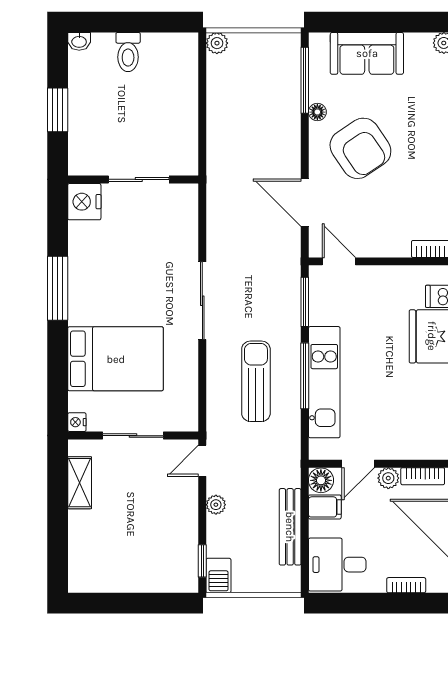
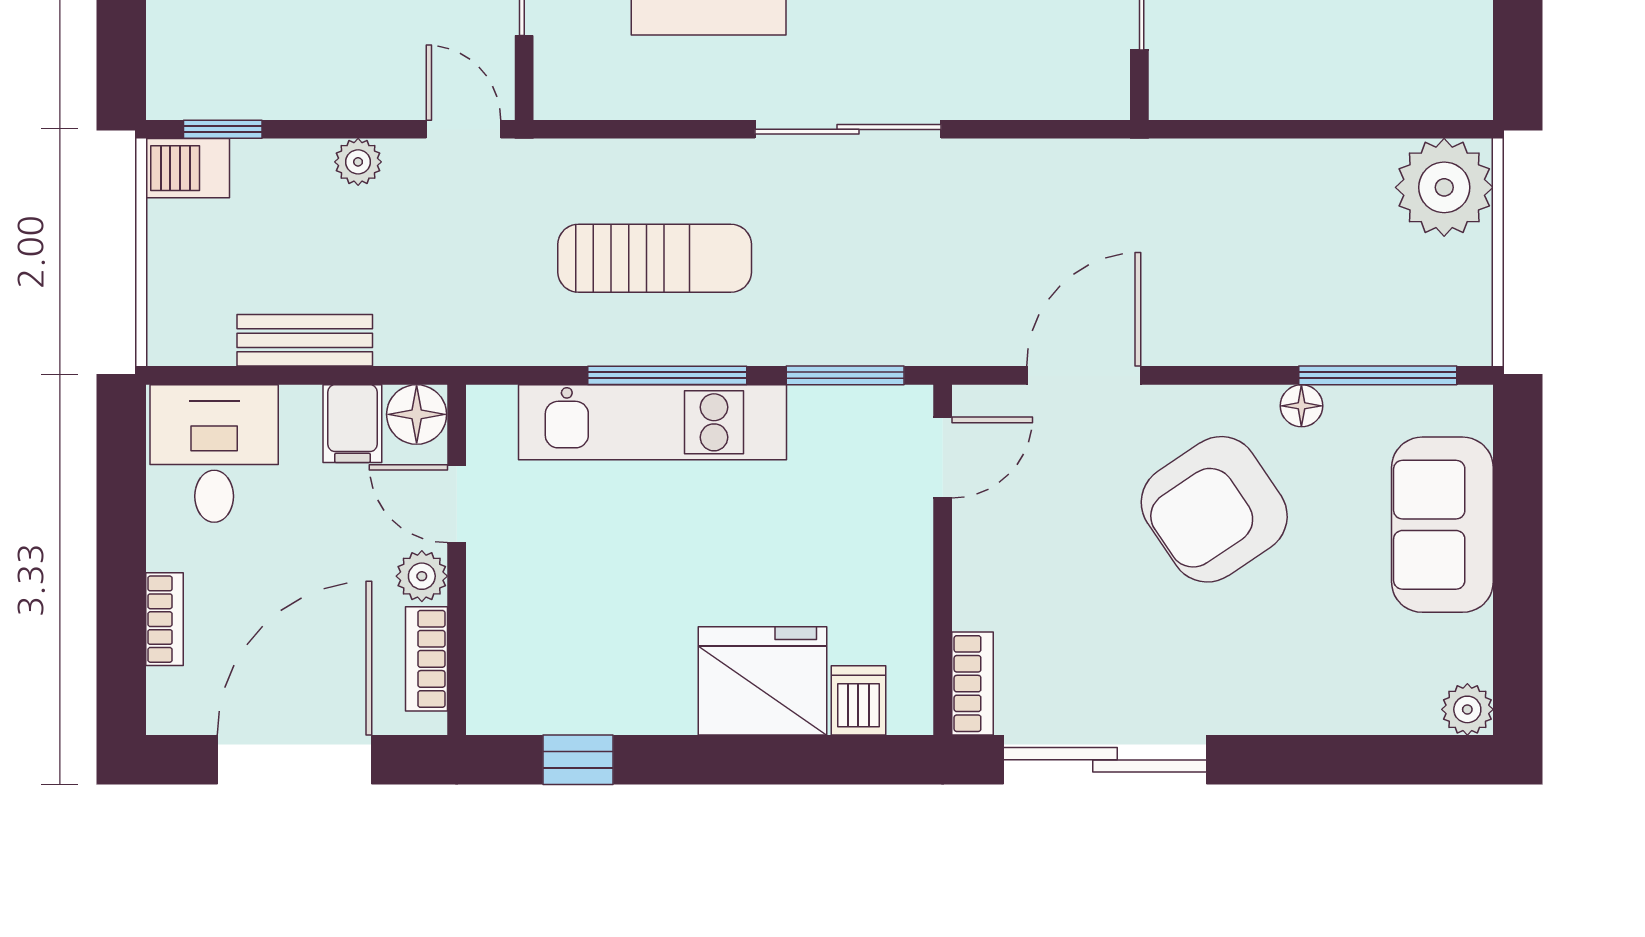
plant: (217, 43) -> (1444, 187), width x1.88, depth x1.88
bench: (290, 527) -> (305, 340), width x0.73

